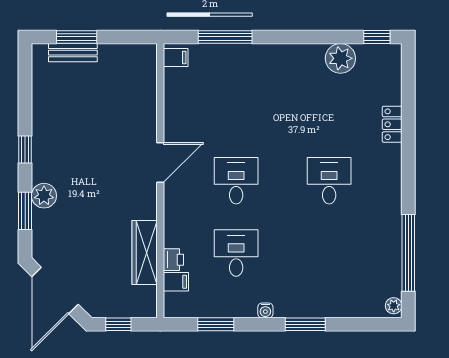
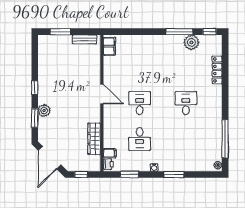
window: (225, 37) -> (179, 32), moved
bench: (73, 53) -> (84, 39), moved
filing cabinet: (176, 57) -> (110, 46), width x2.00
locker: (392, 124) -> (217, 70), width x1.53
door: (160, 162) -> (102, 94), hinge flipped
desk: (236, 253) -> (140, 139), turned 180
printer: (173, 260) -> (108, 164), moved

